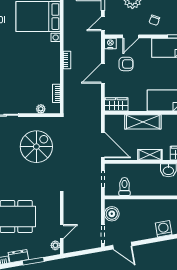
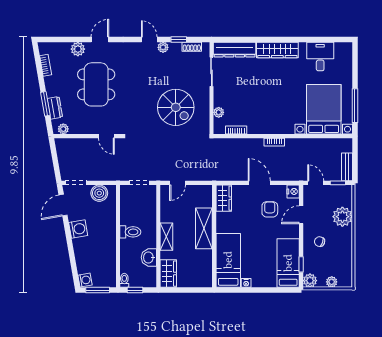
door: (131, 36) -> (301, 215), hinge flipped
armchair: (126, 64) -> (270, 209), turned 180
door: (103, 145) -> (178, 183), width x0.53
toilet: (125, 187) -> (130, 232), moved
washing machine: (164, 229) -> (78, 229), moved
door: (62, 232) -> (106, 136), moved
dresser: (18, 256) -> (55, 108), moved

